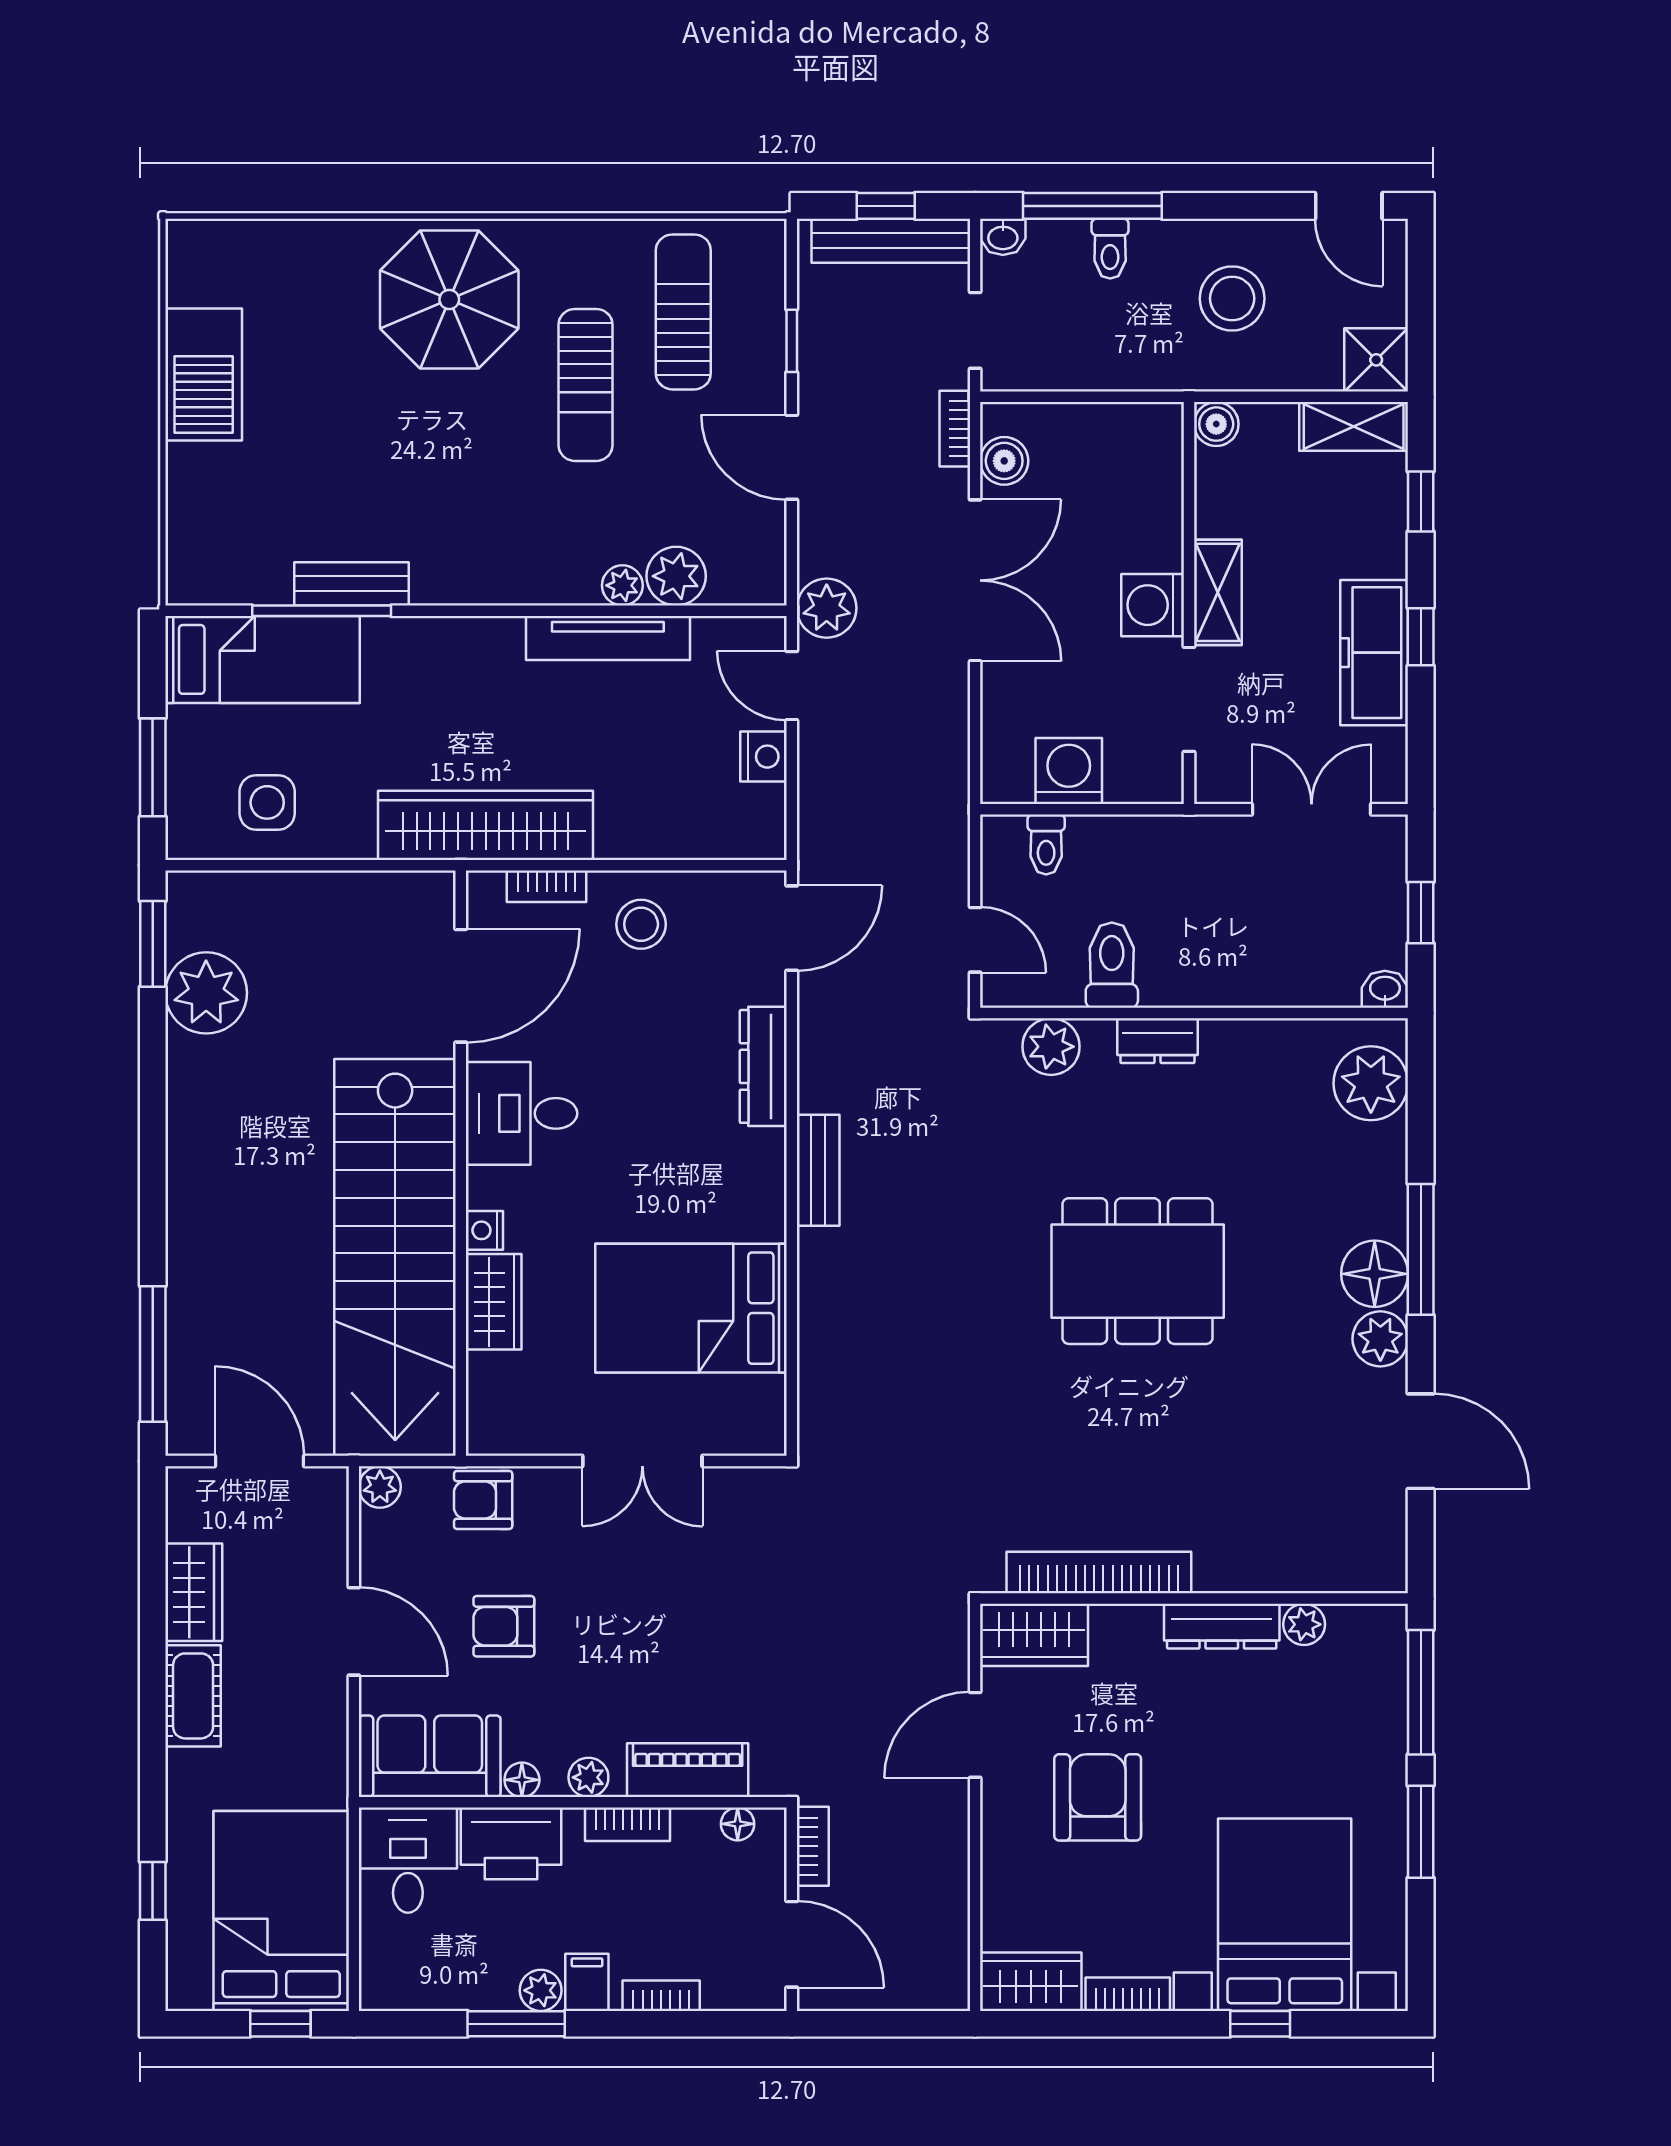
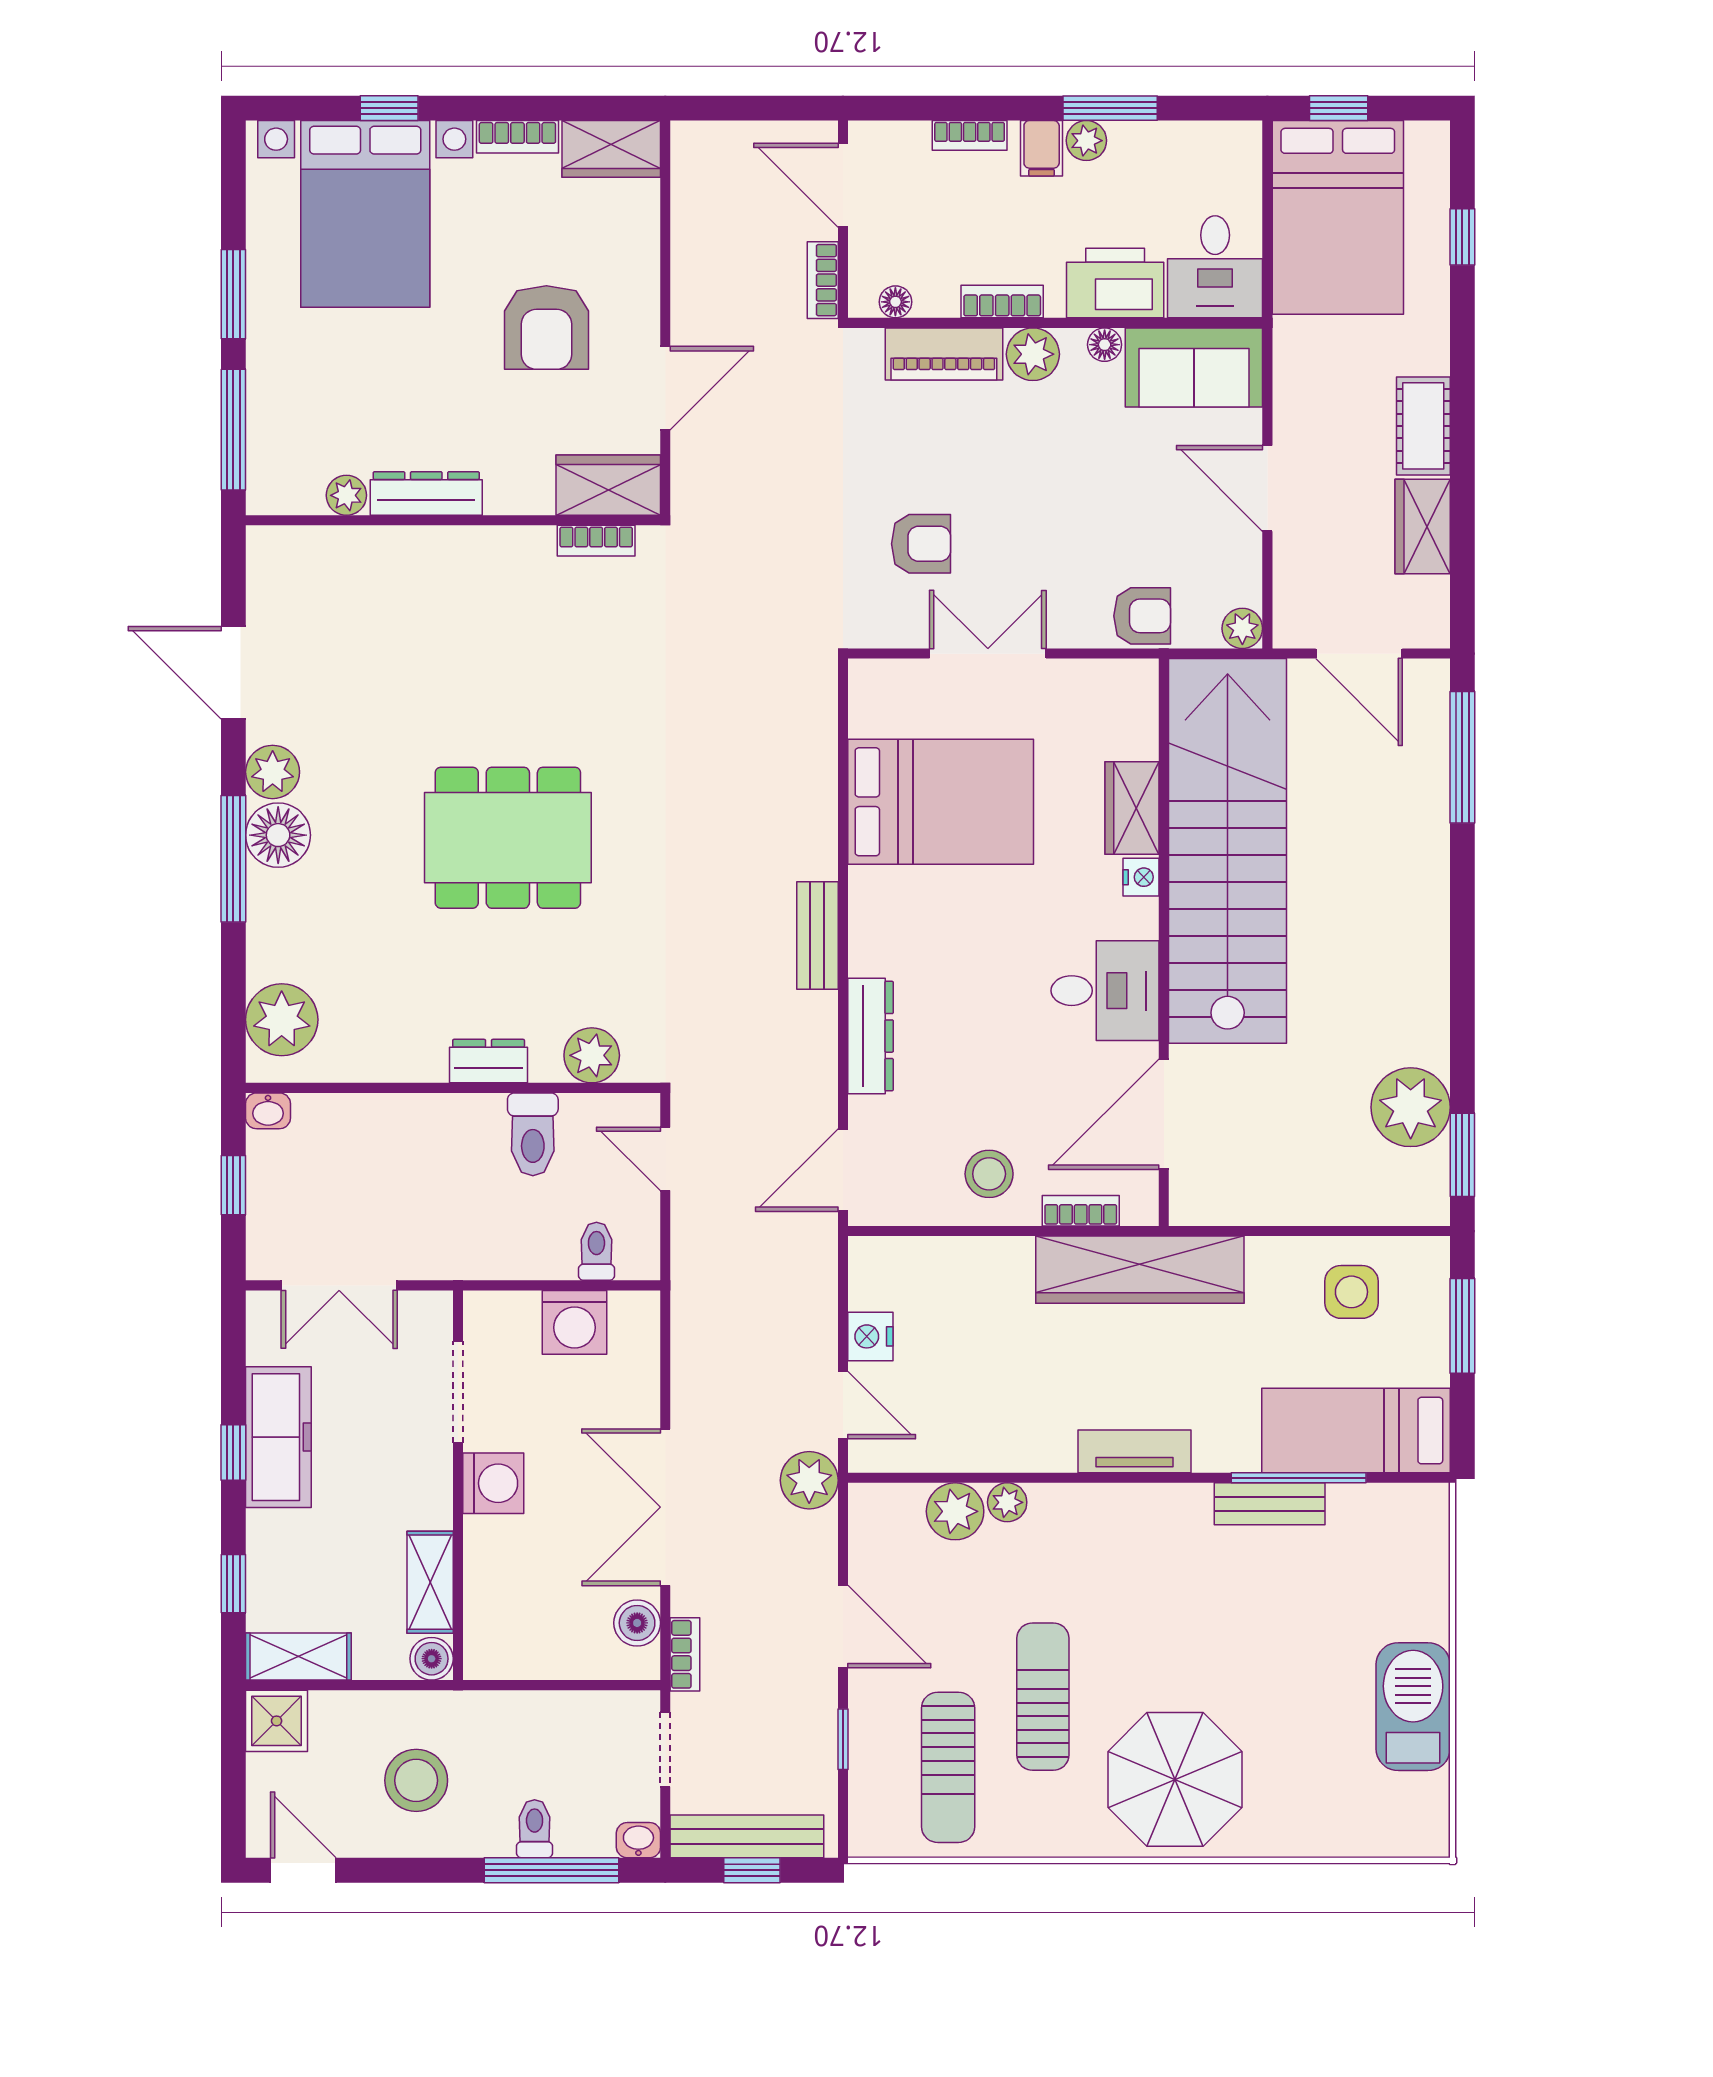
shelving: (1218, 592) -> (430, 1582), moved
tv unit: (608, 638) -> (1135, 1451), moved, width x0.71
bookcase: (1099, 1573) -> (596, 541), width x0.43, depth x0.76
armchair: (504, 1626) -> (921, 544), moved
plant: (588, 1777) -> (1033, 354), width x1.38, depth x1.38

